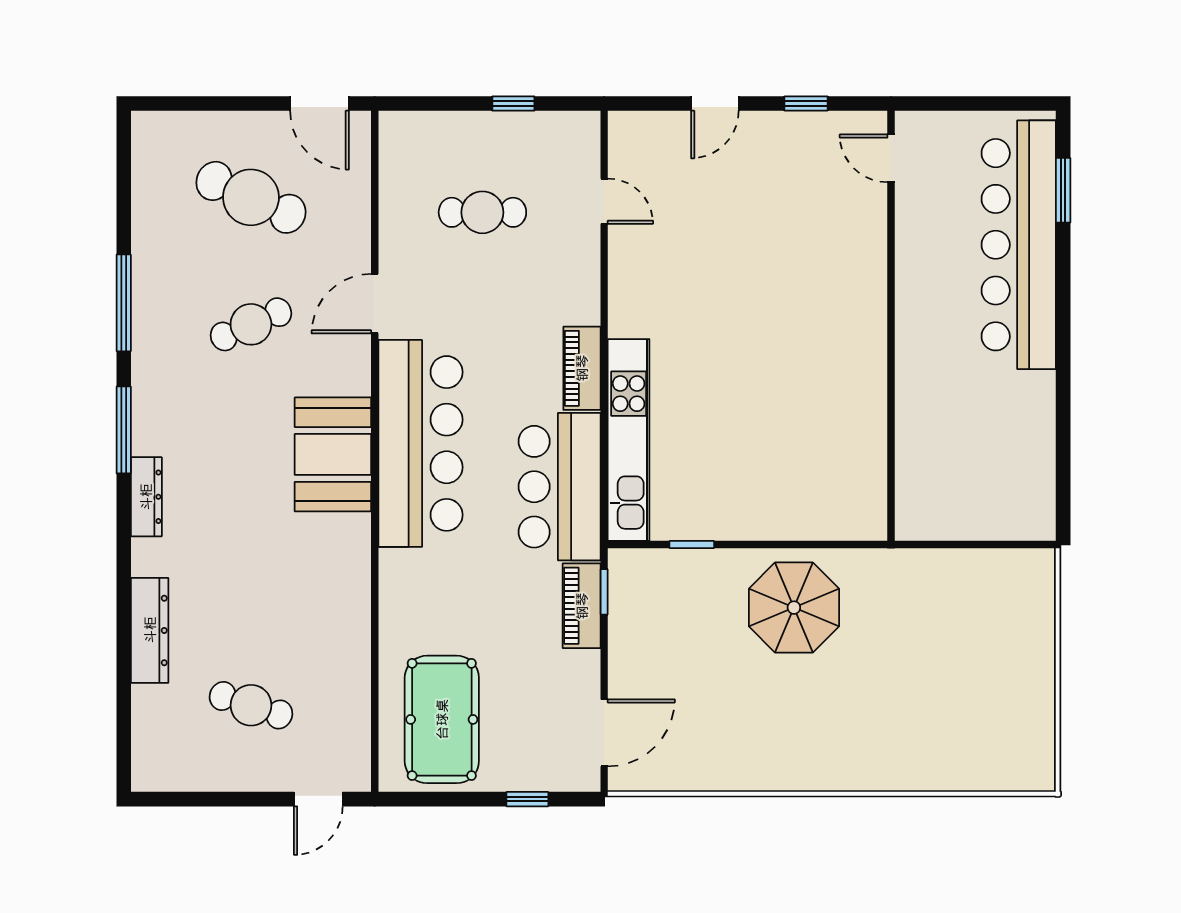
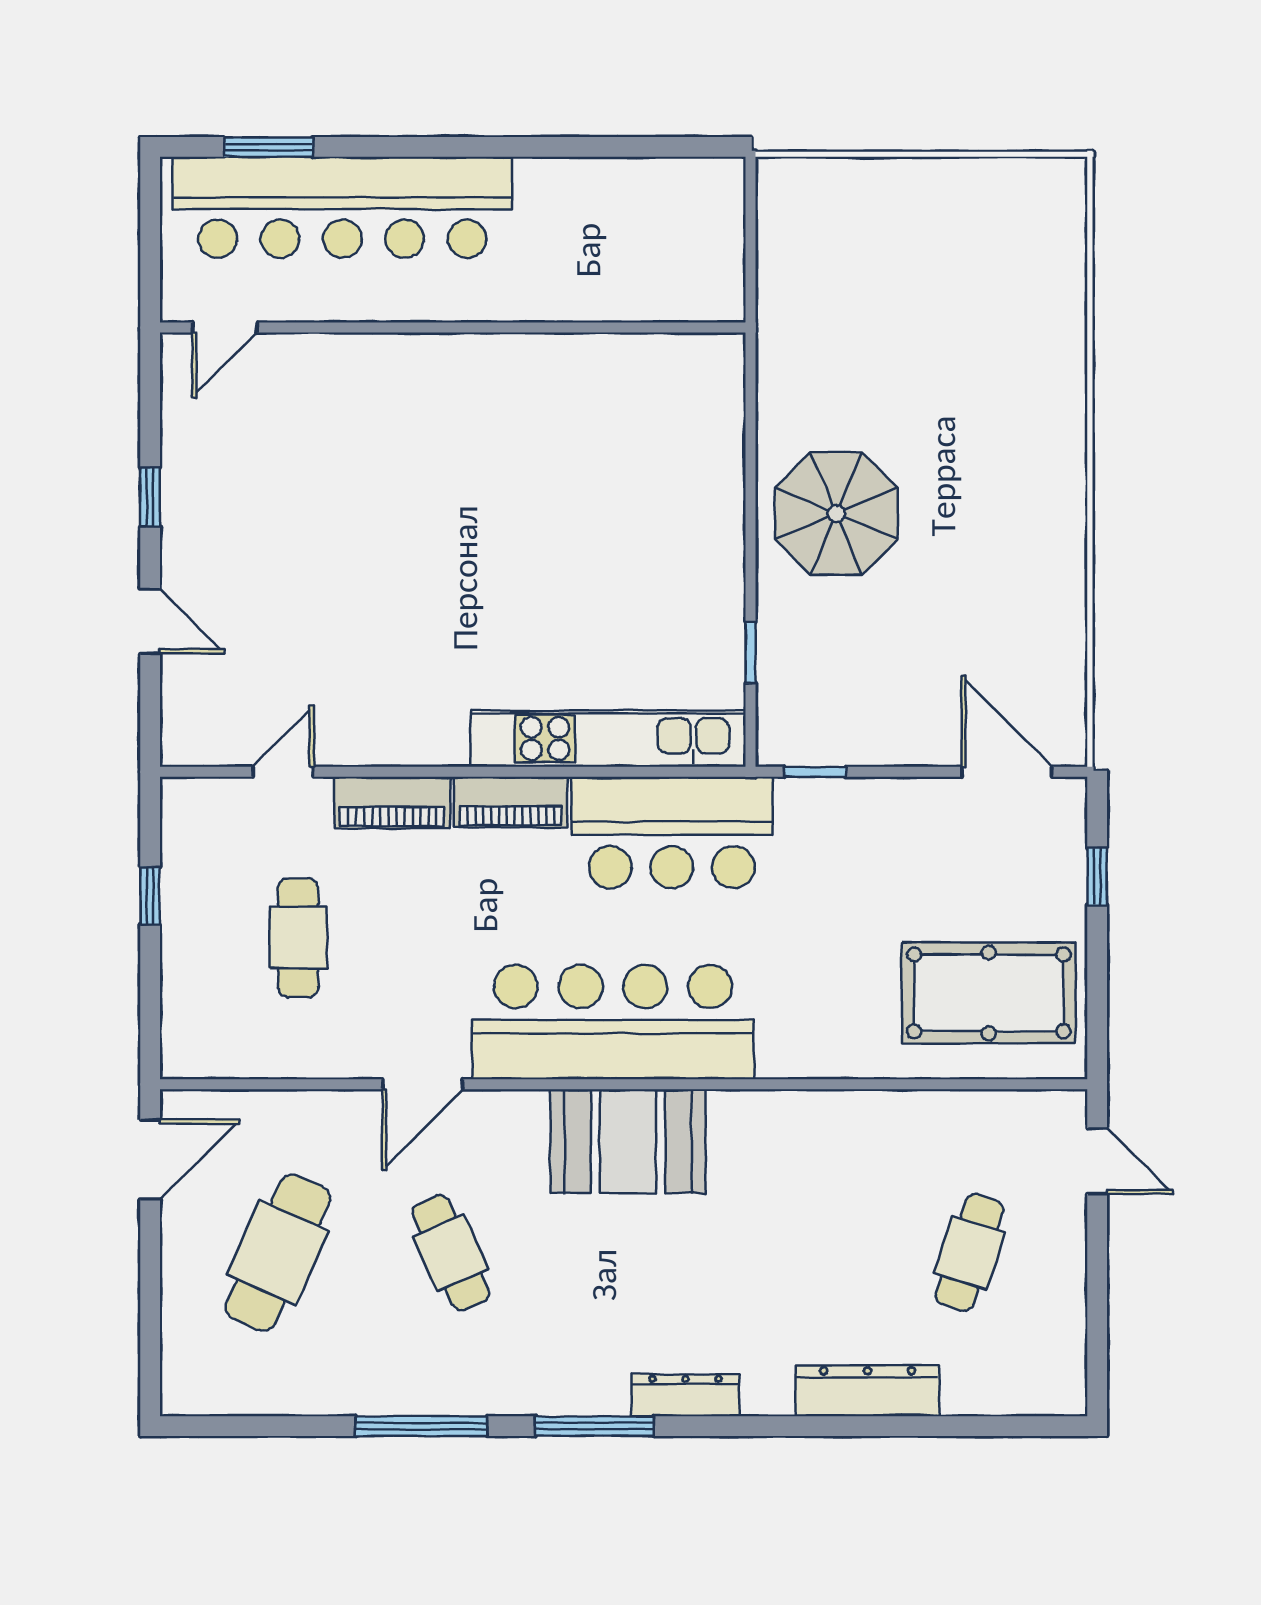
door: (891, 158) -> (225, 328), moved
door: (375, 304) -> (423, 1084), hinge flipped
wall: (891, 326) -> (453, 328), moved
piano: (582, 606) -> (392, 803), moved

